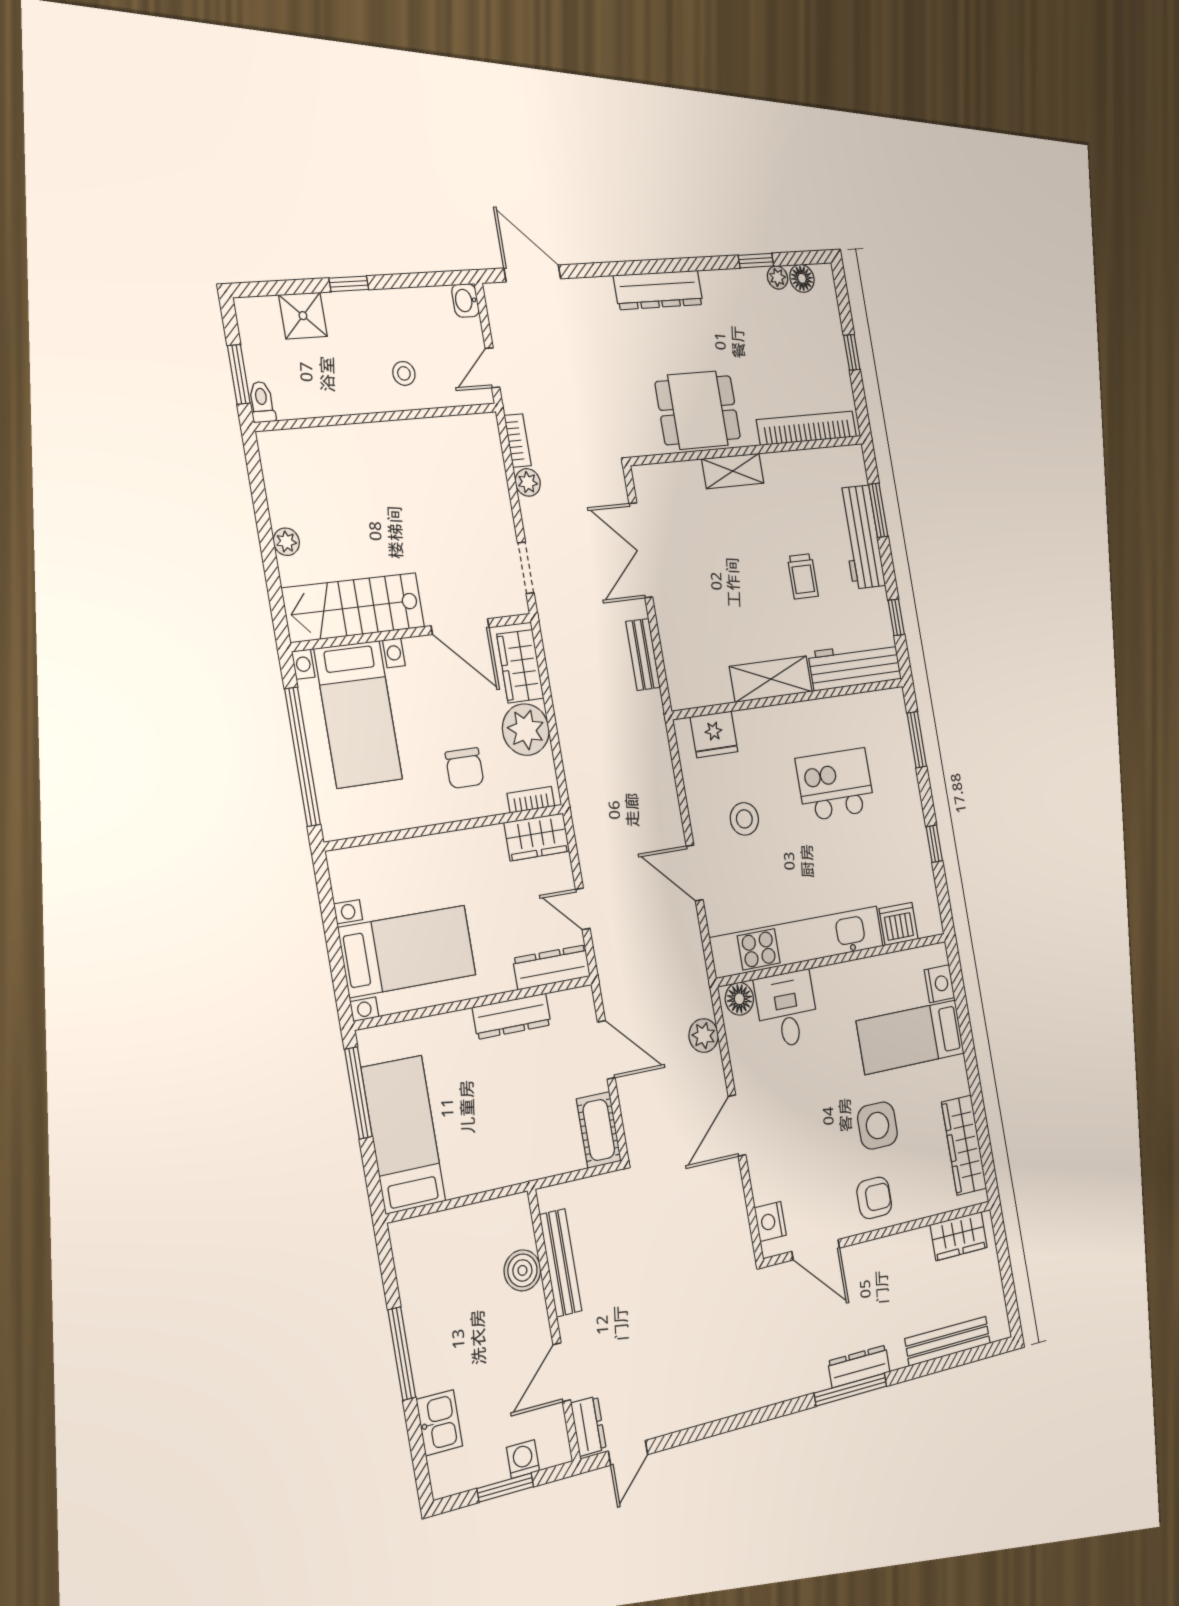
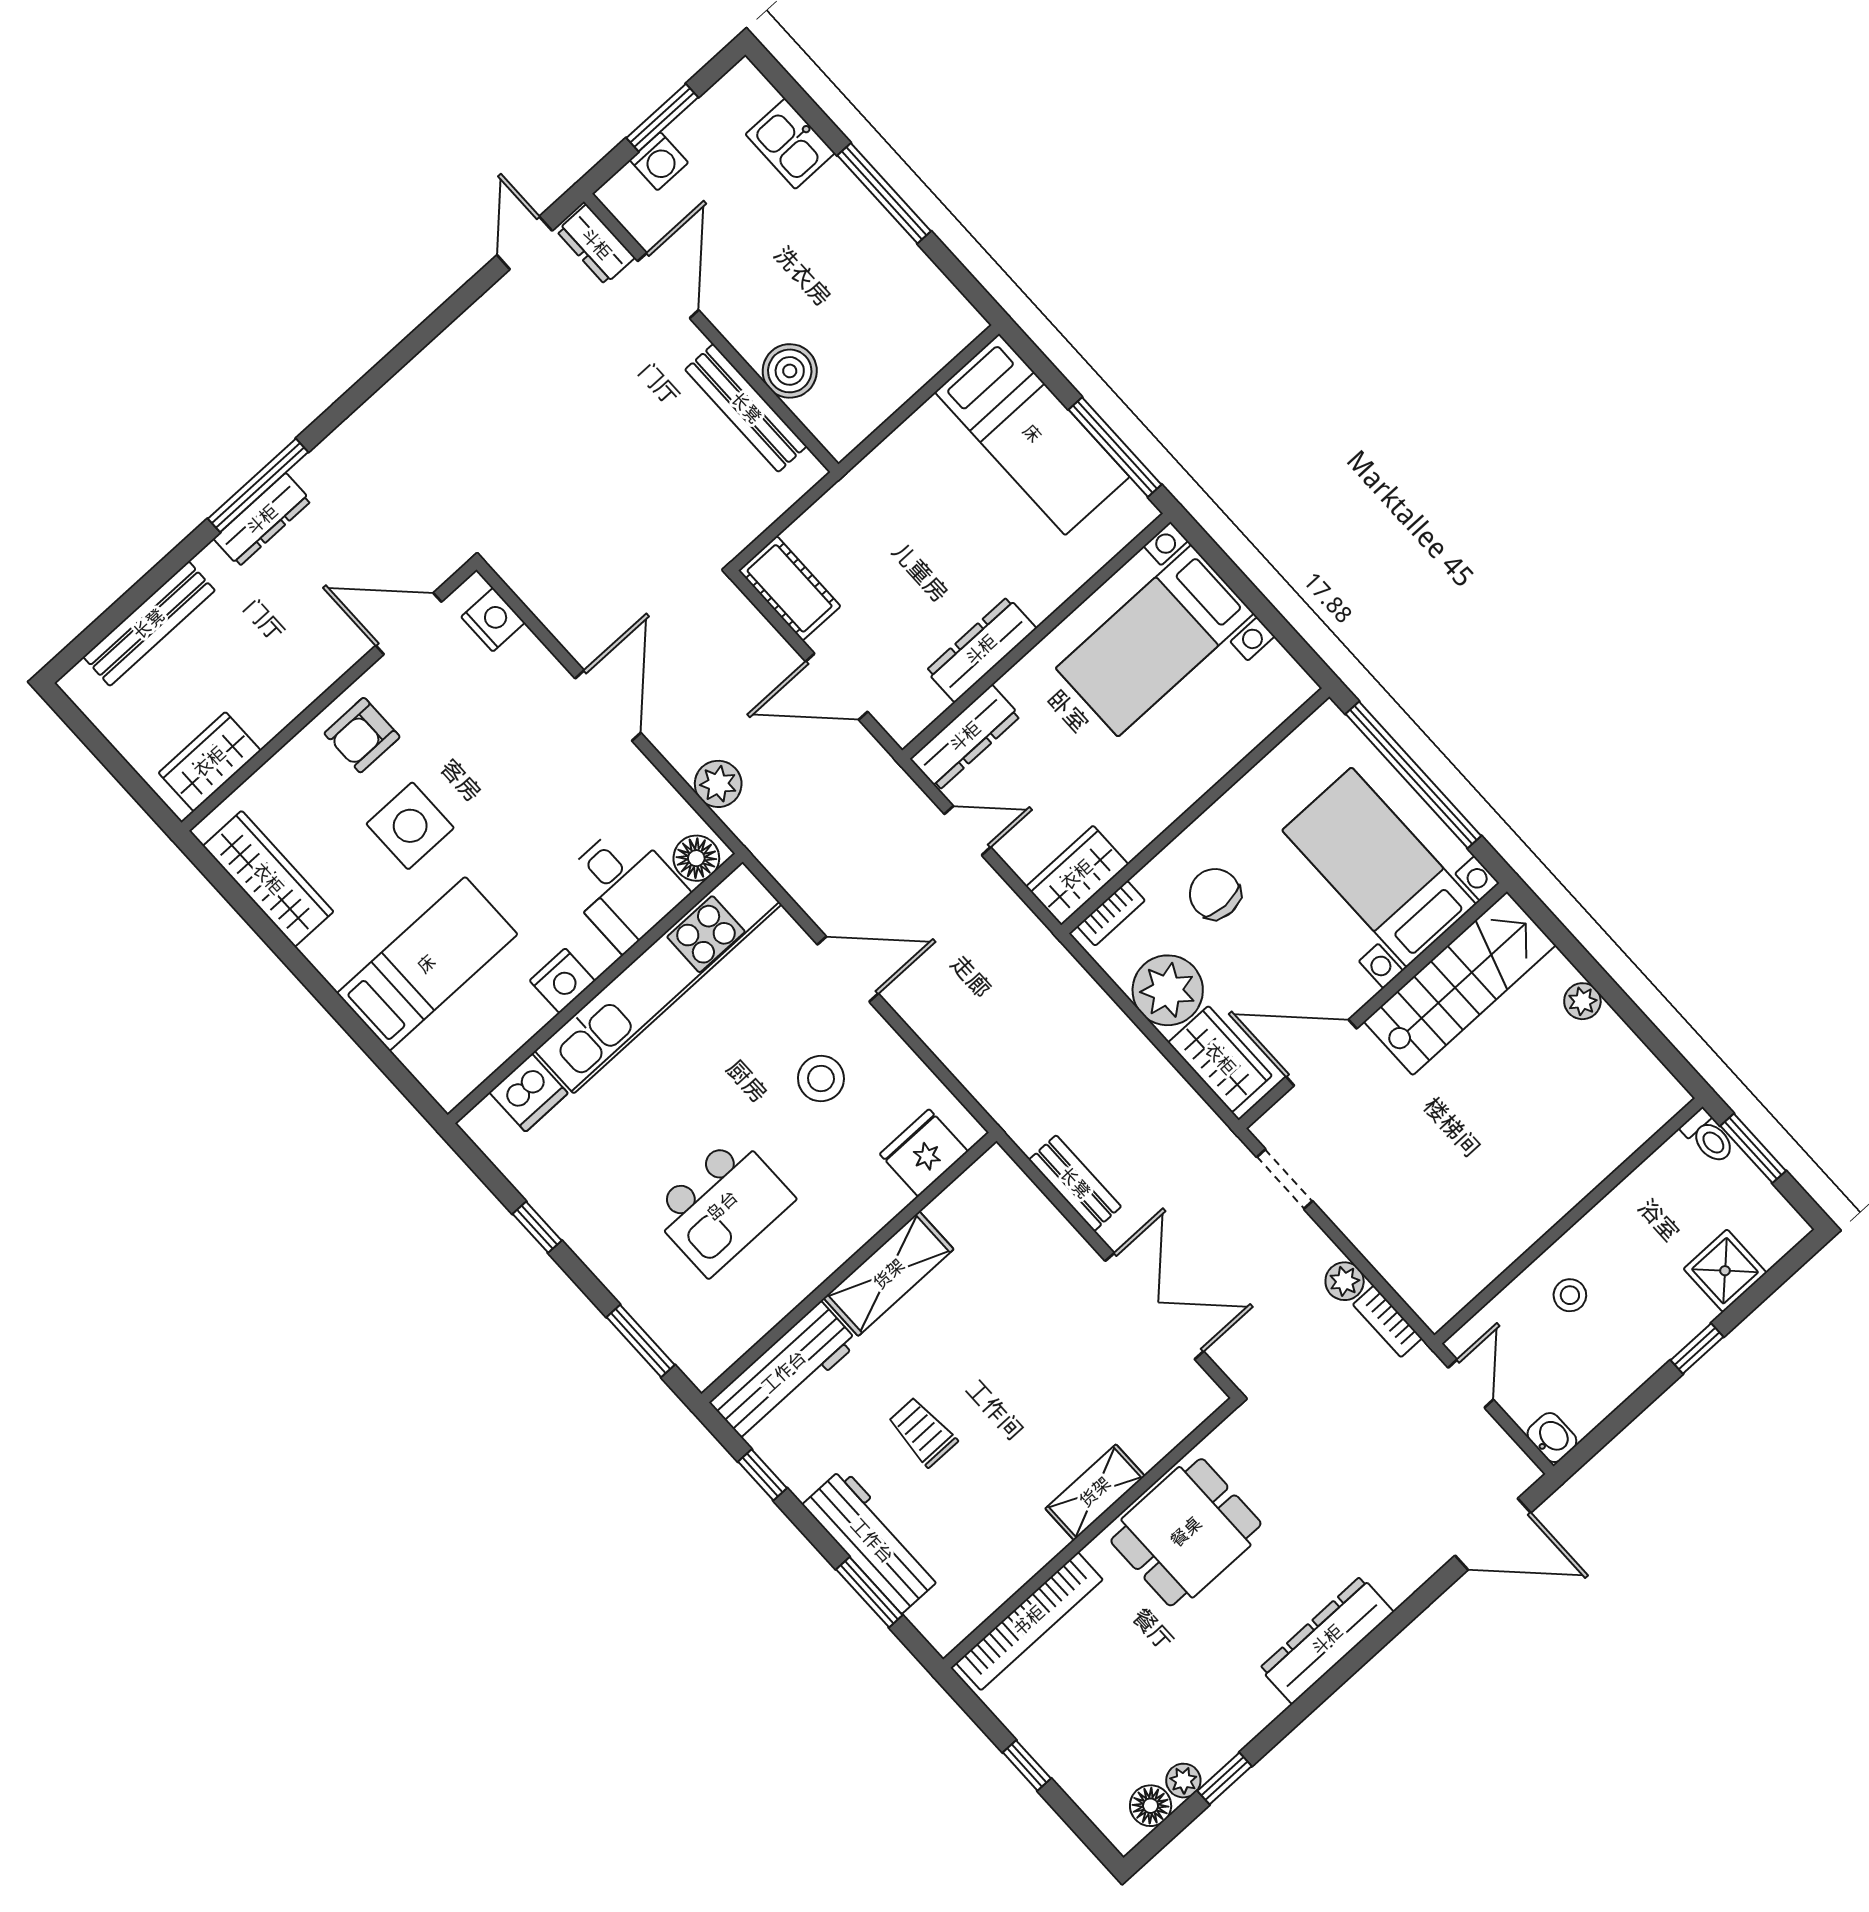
nightstand: (939, 984) -> (562, 981), moved, turned -90

